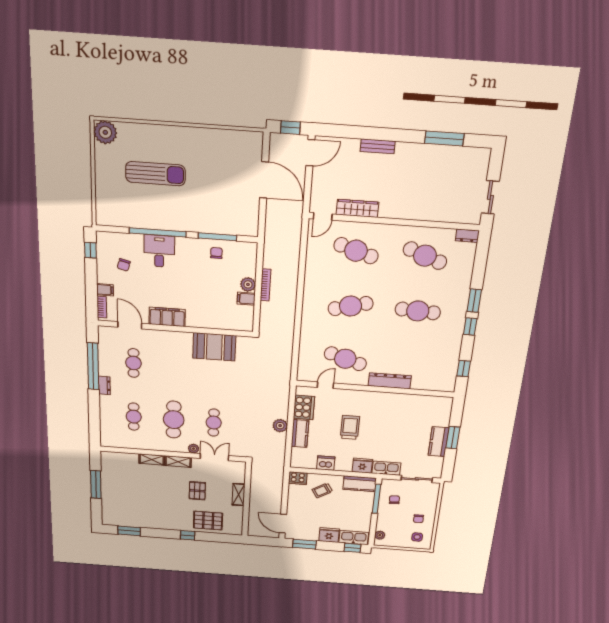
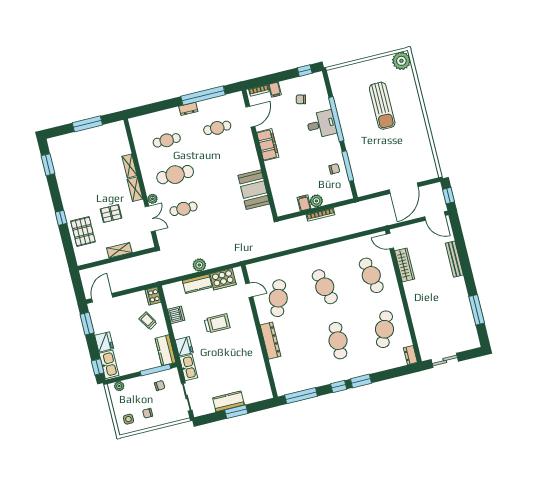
bench: (378, 146) -> (454, 259), width x1.36
cafe table: (356, 251) -> (371, 275), turned -30
window: (464, 369) -> (301, 396), width x2.17

